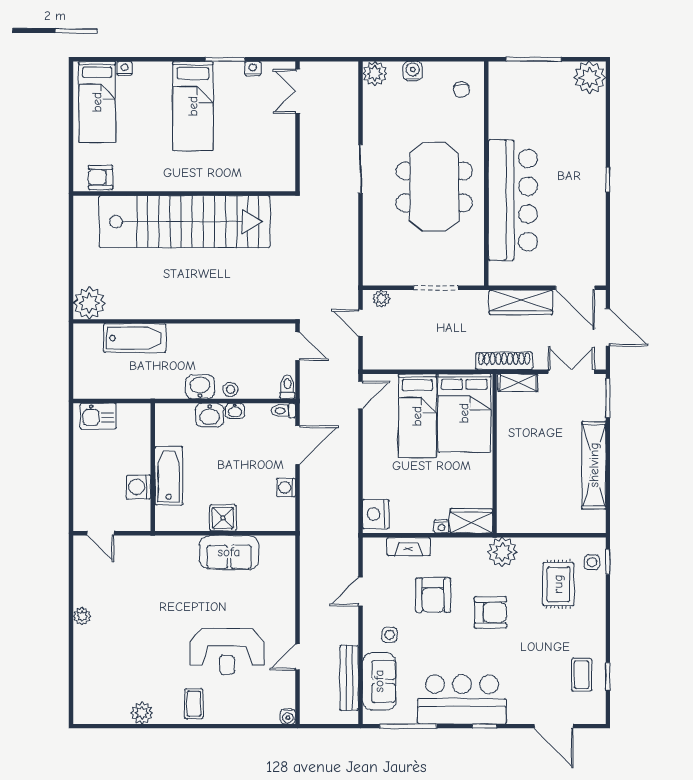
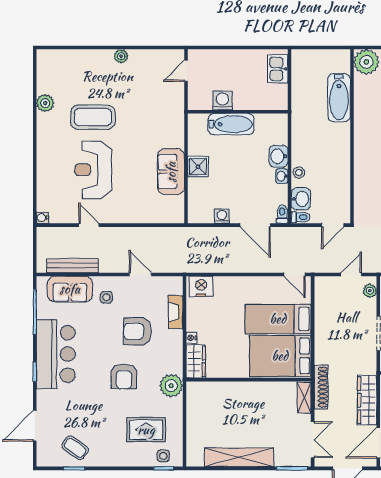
washbasin: (200, 387) -> (301, 199), moved
coffee table: (582, 675) -> (75, 448), turned 36
coffee table: (194, 704) -> (93, 117), moved, width x1.86, depth x1.72

